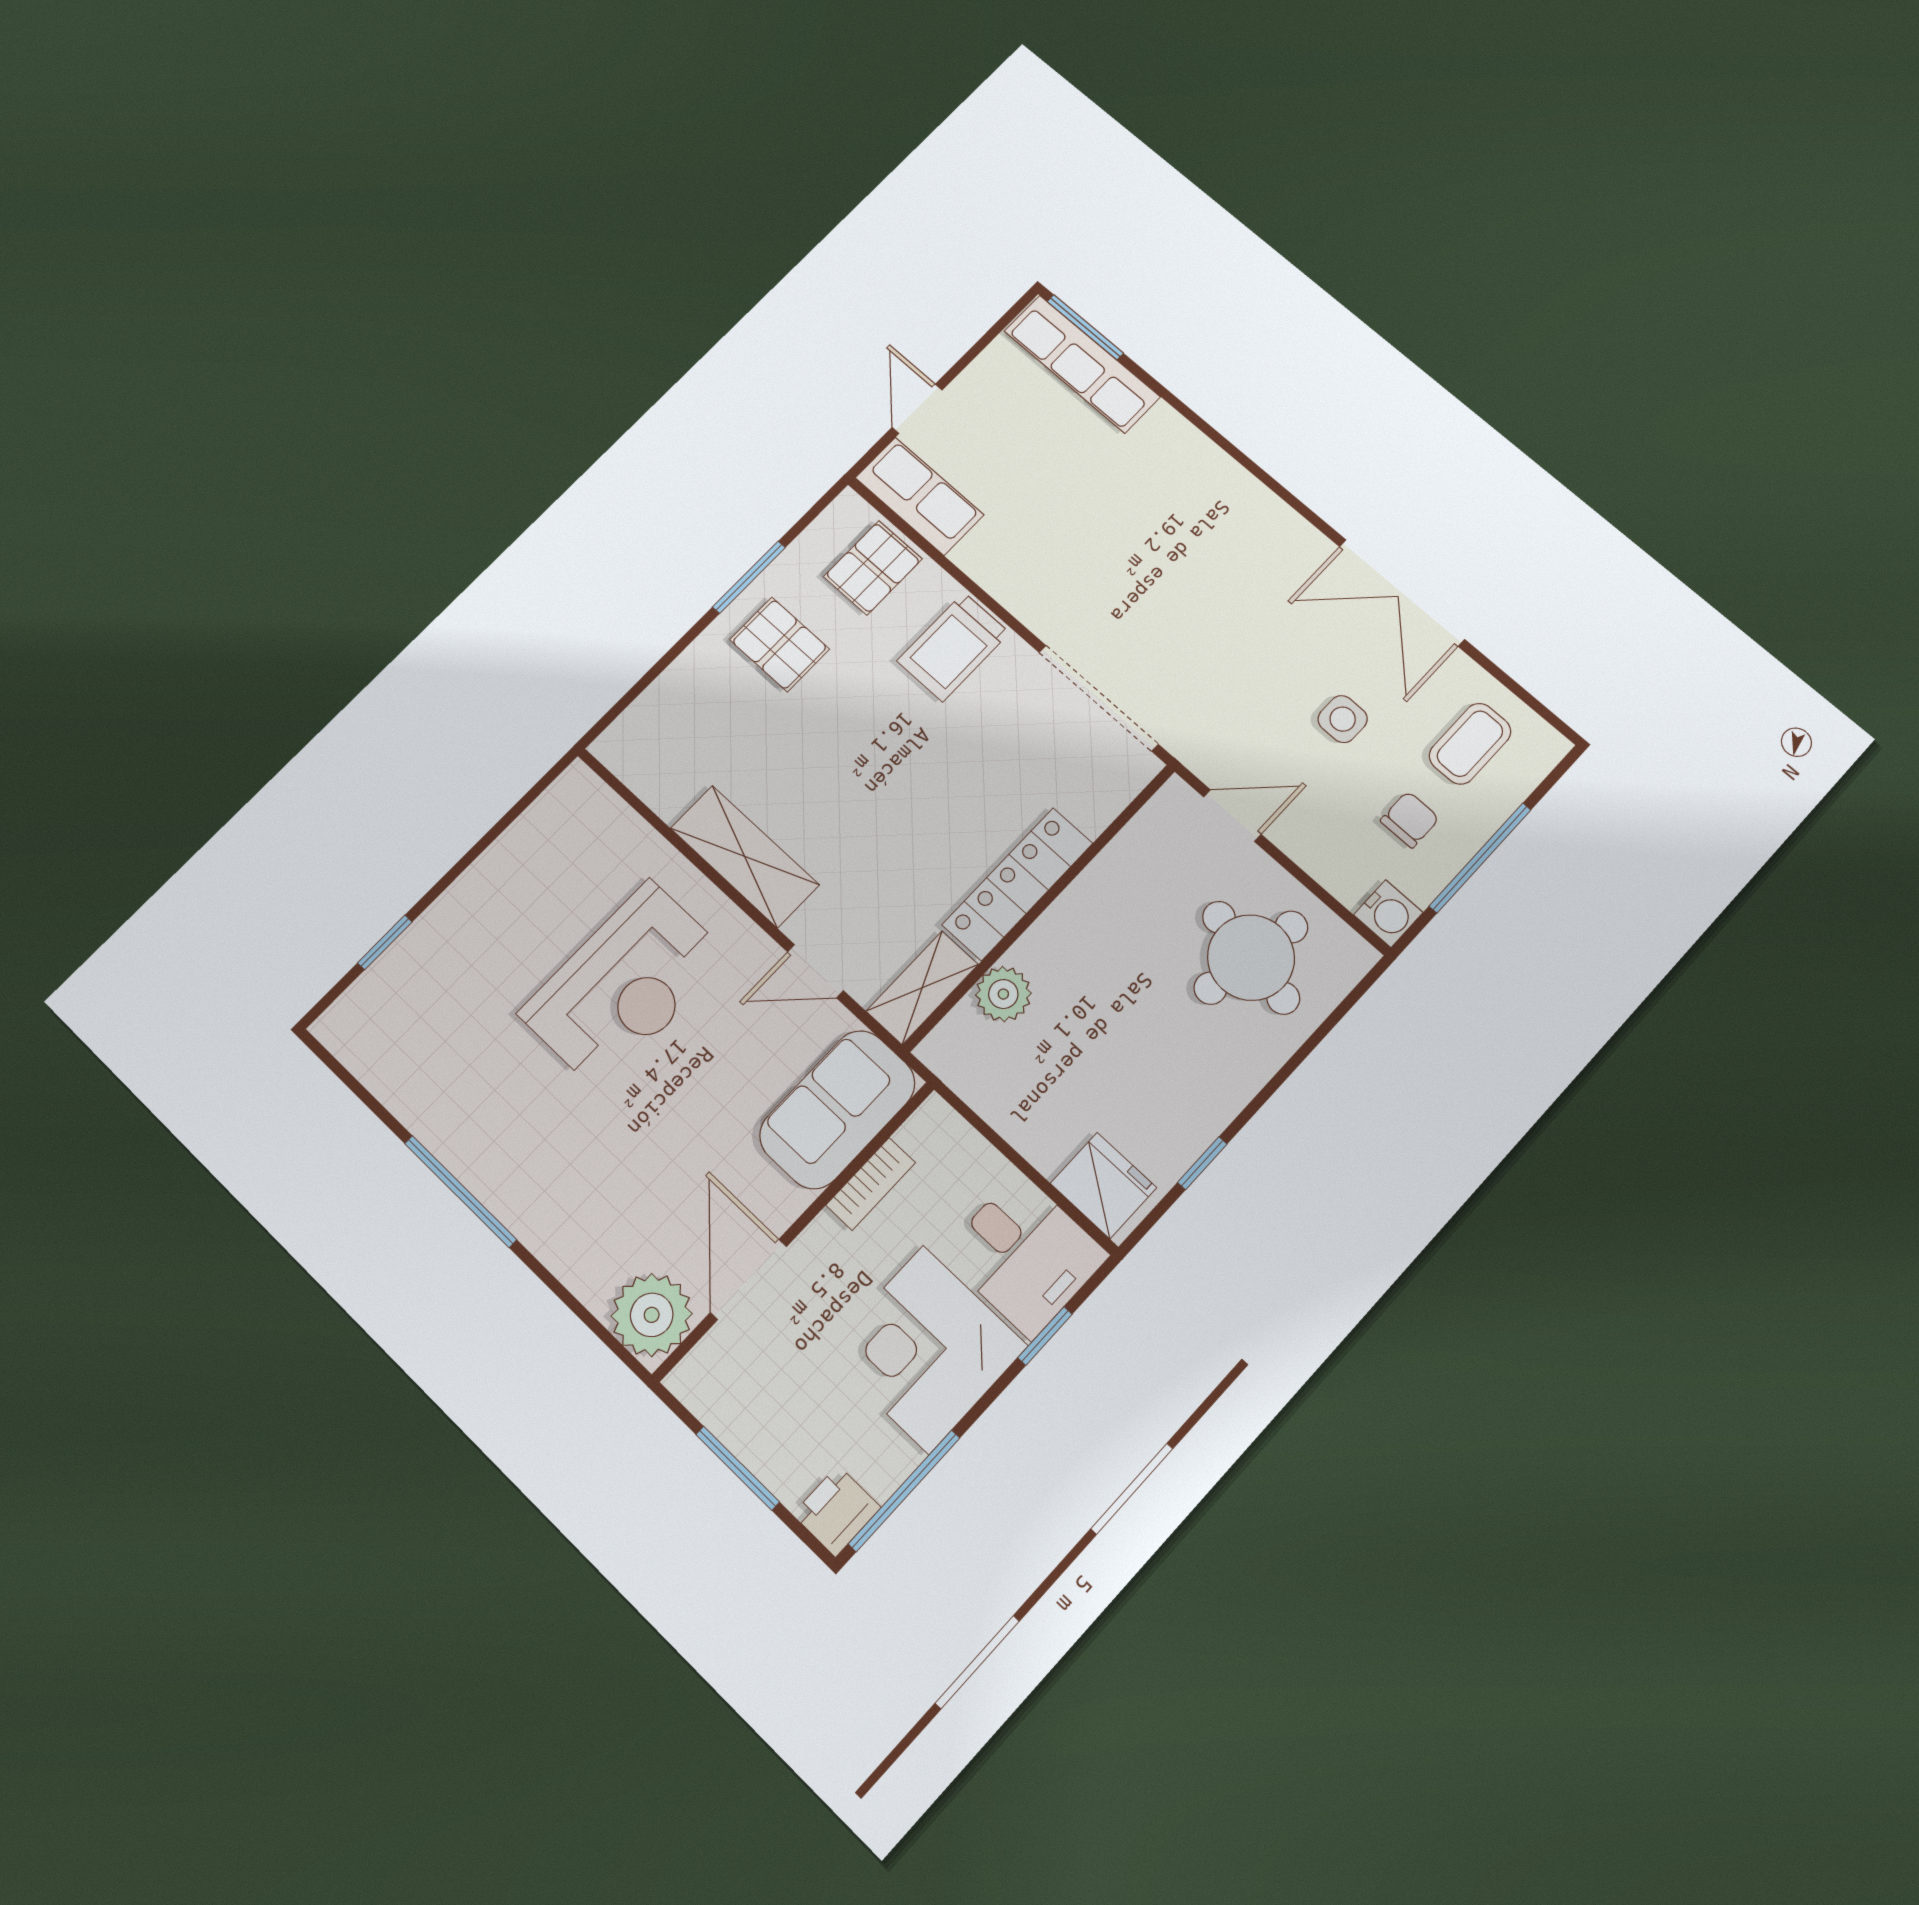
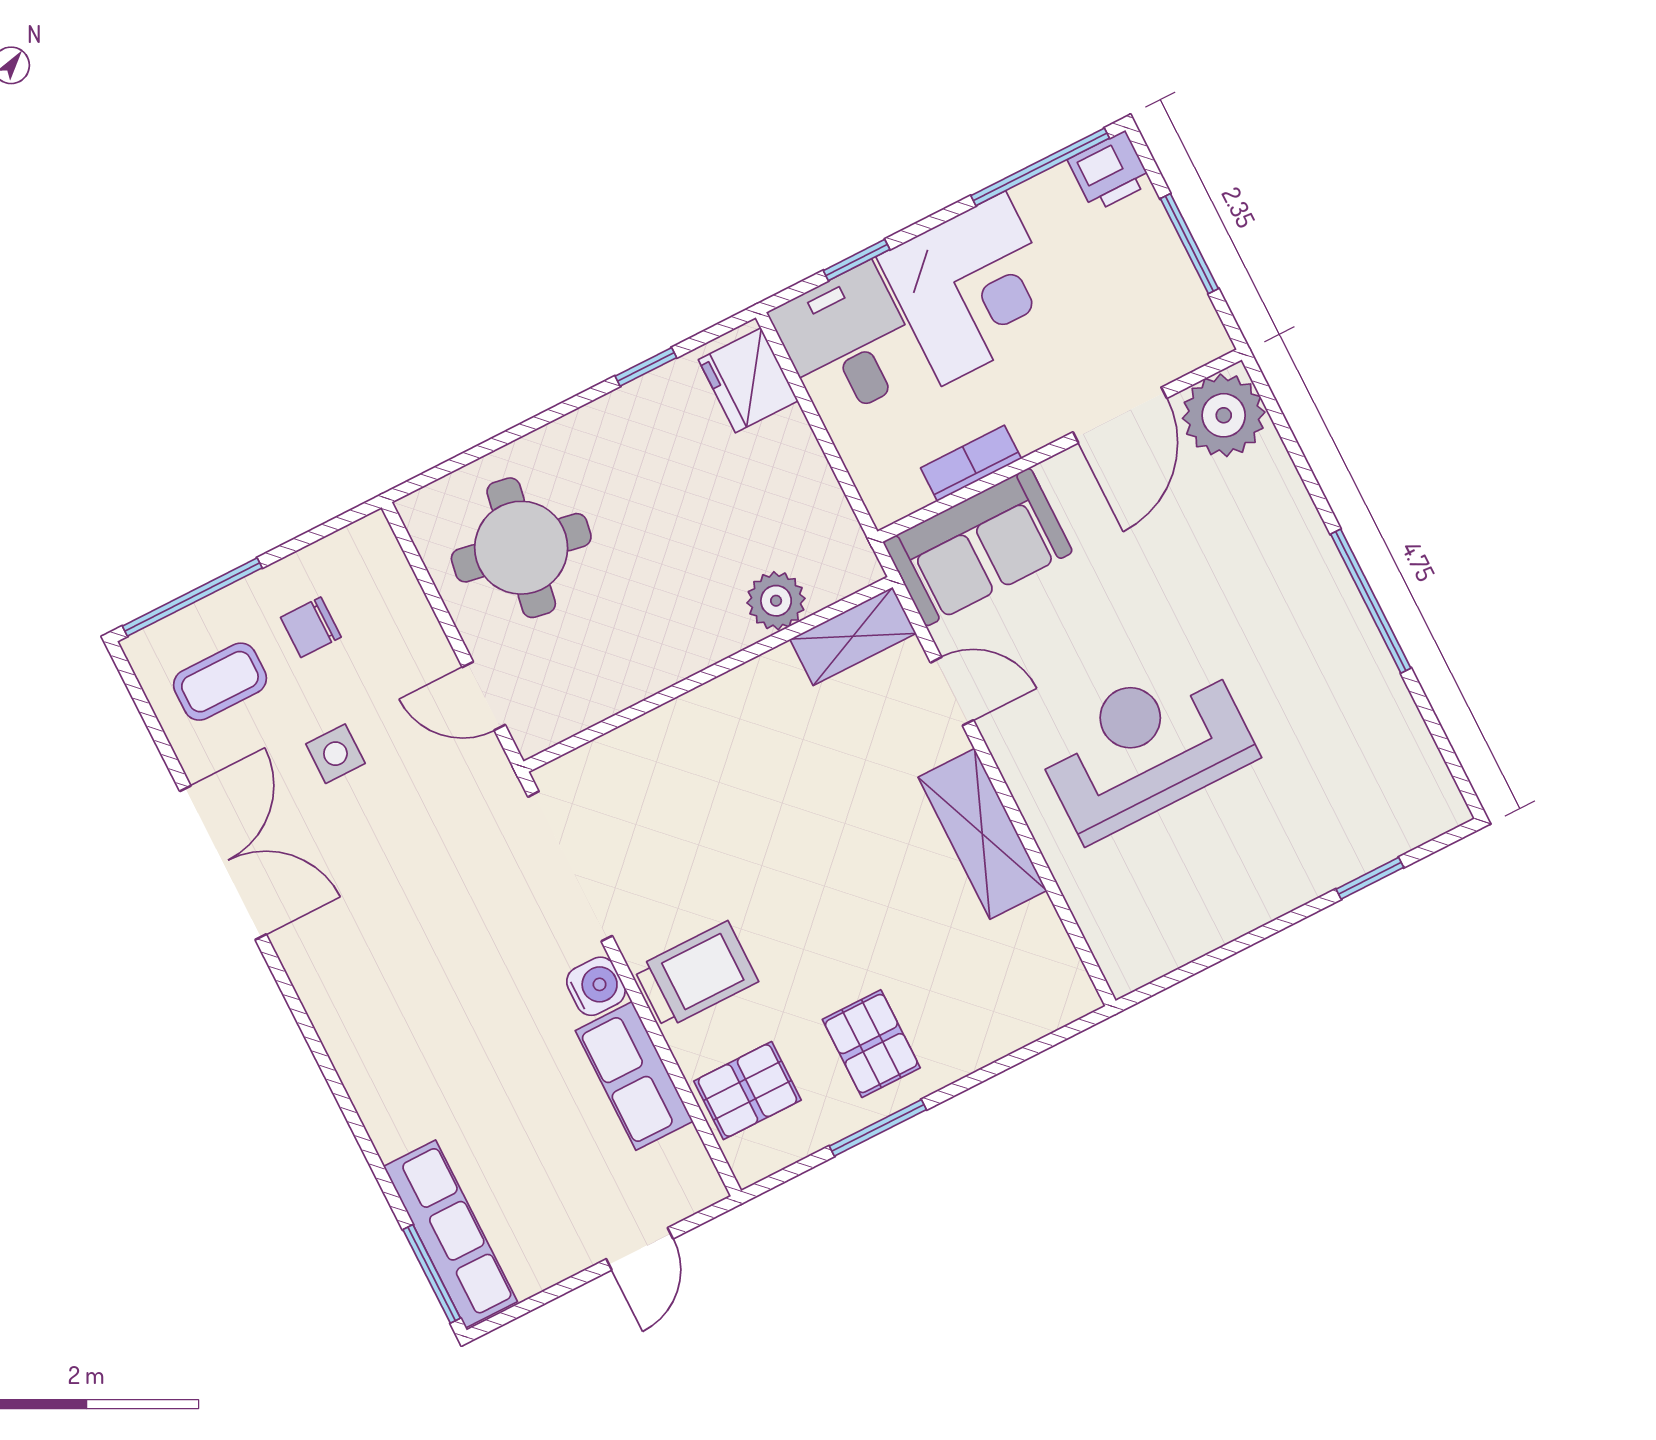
row of seats: (919, 496) -> (634, 1076), moved
window: (1480, 858) -> (192, 597), moved
locker: (1017, 884) -> (722, 706), removed
water cooler: (1388, 914) -> (596, 986), moved, turned 90

